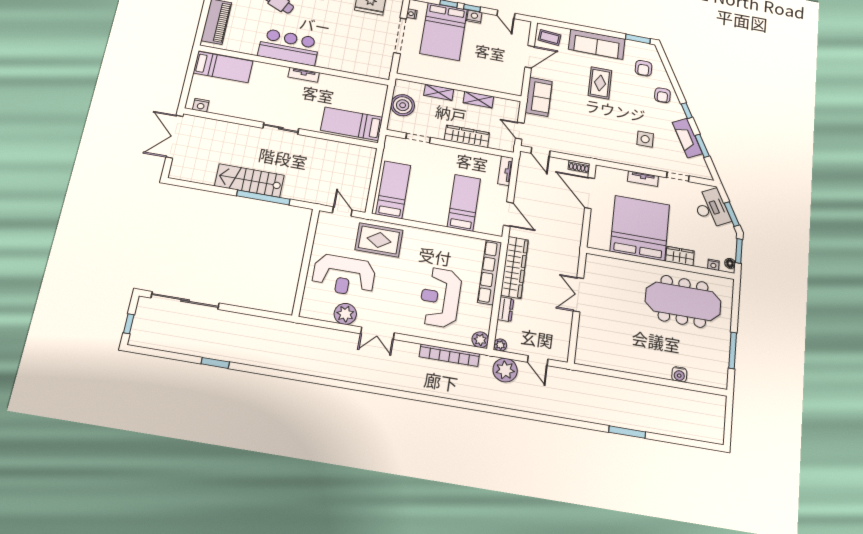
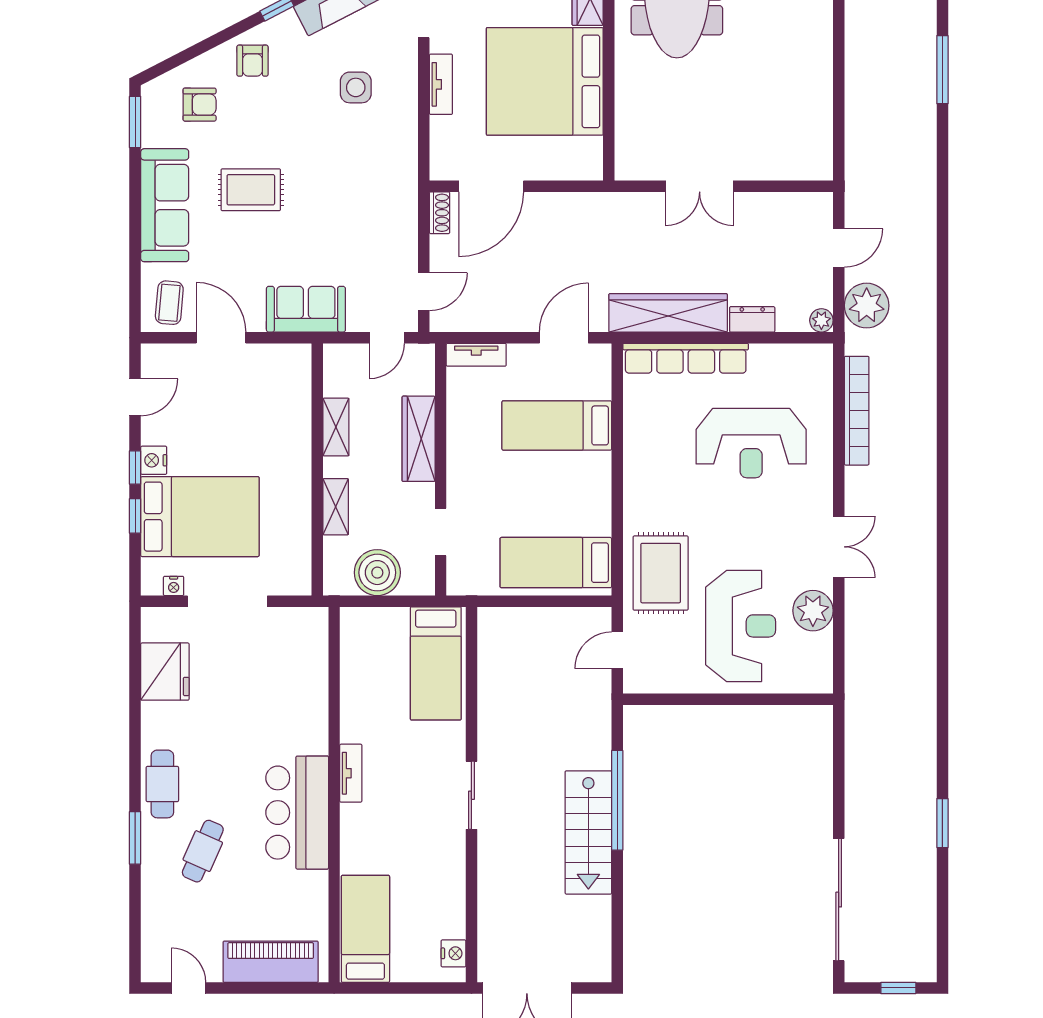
armchair: (662, 95) -> (252, 61), turned 90
plant: (480, 340) -> (818, 358), removed

